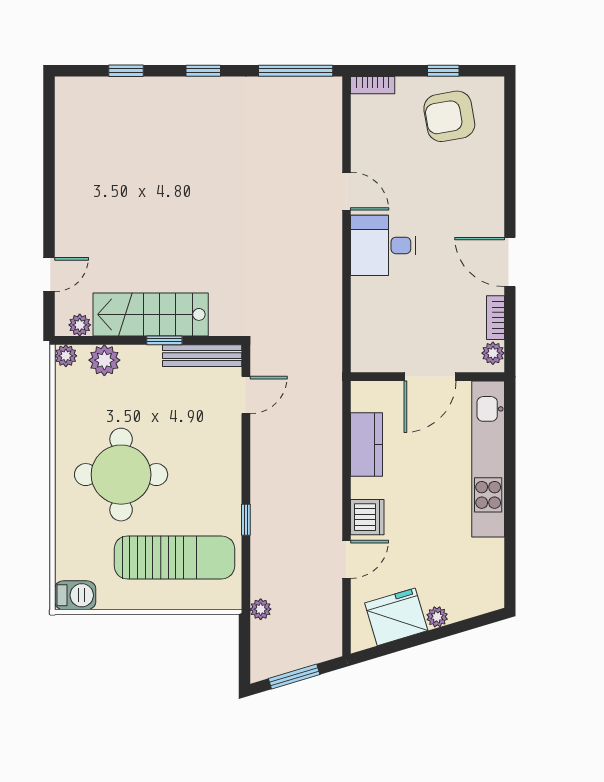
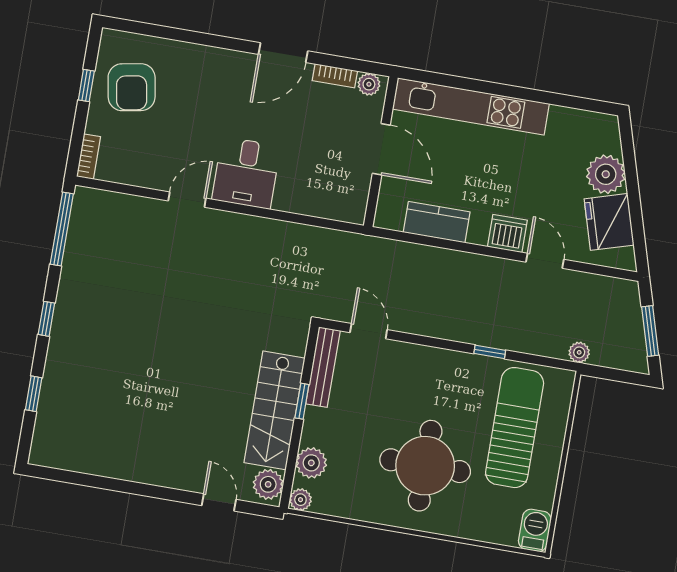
plant: (80, 325) -> (268, 484), width x1.38, depth x1.38
plant: (437, 617) -> (606, 174), width x1.88, depth x1.88

